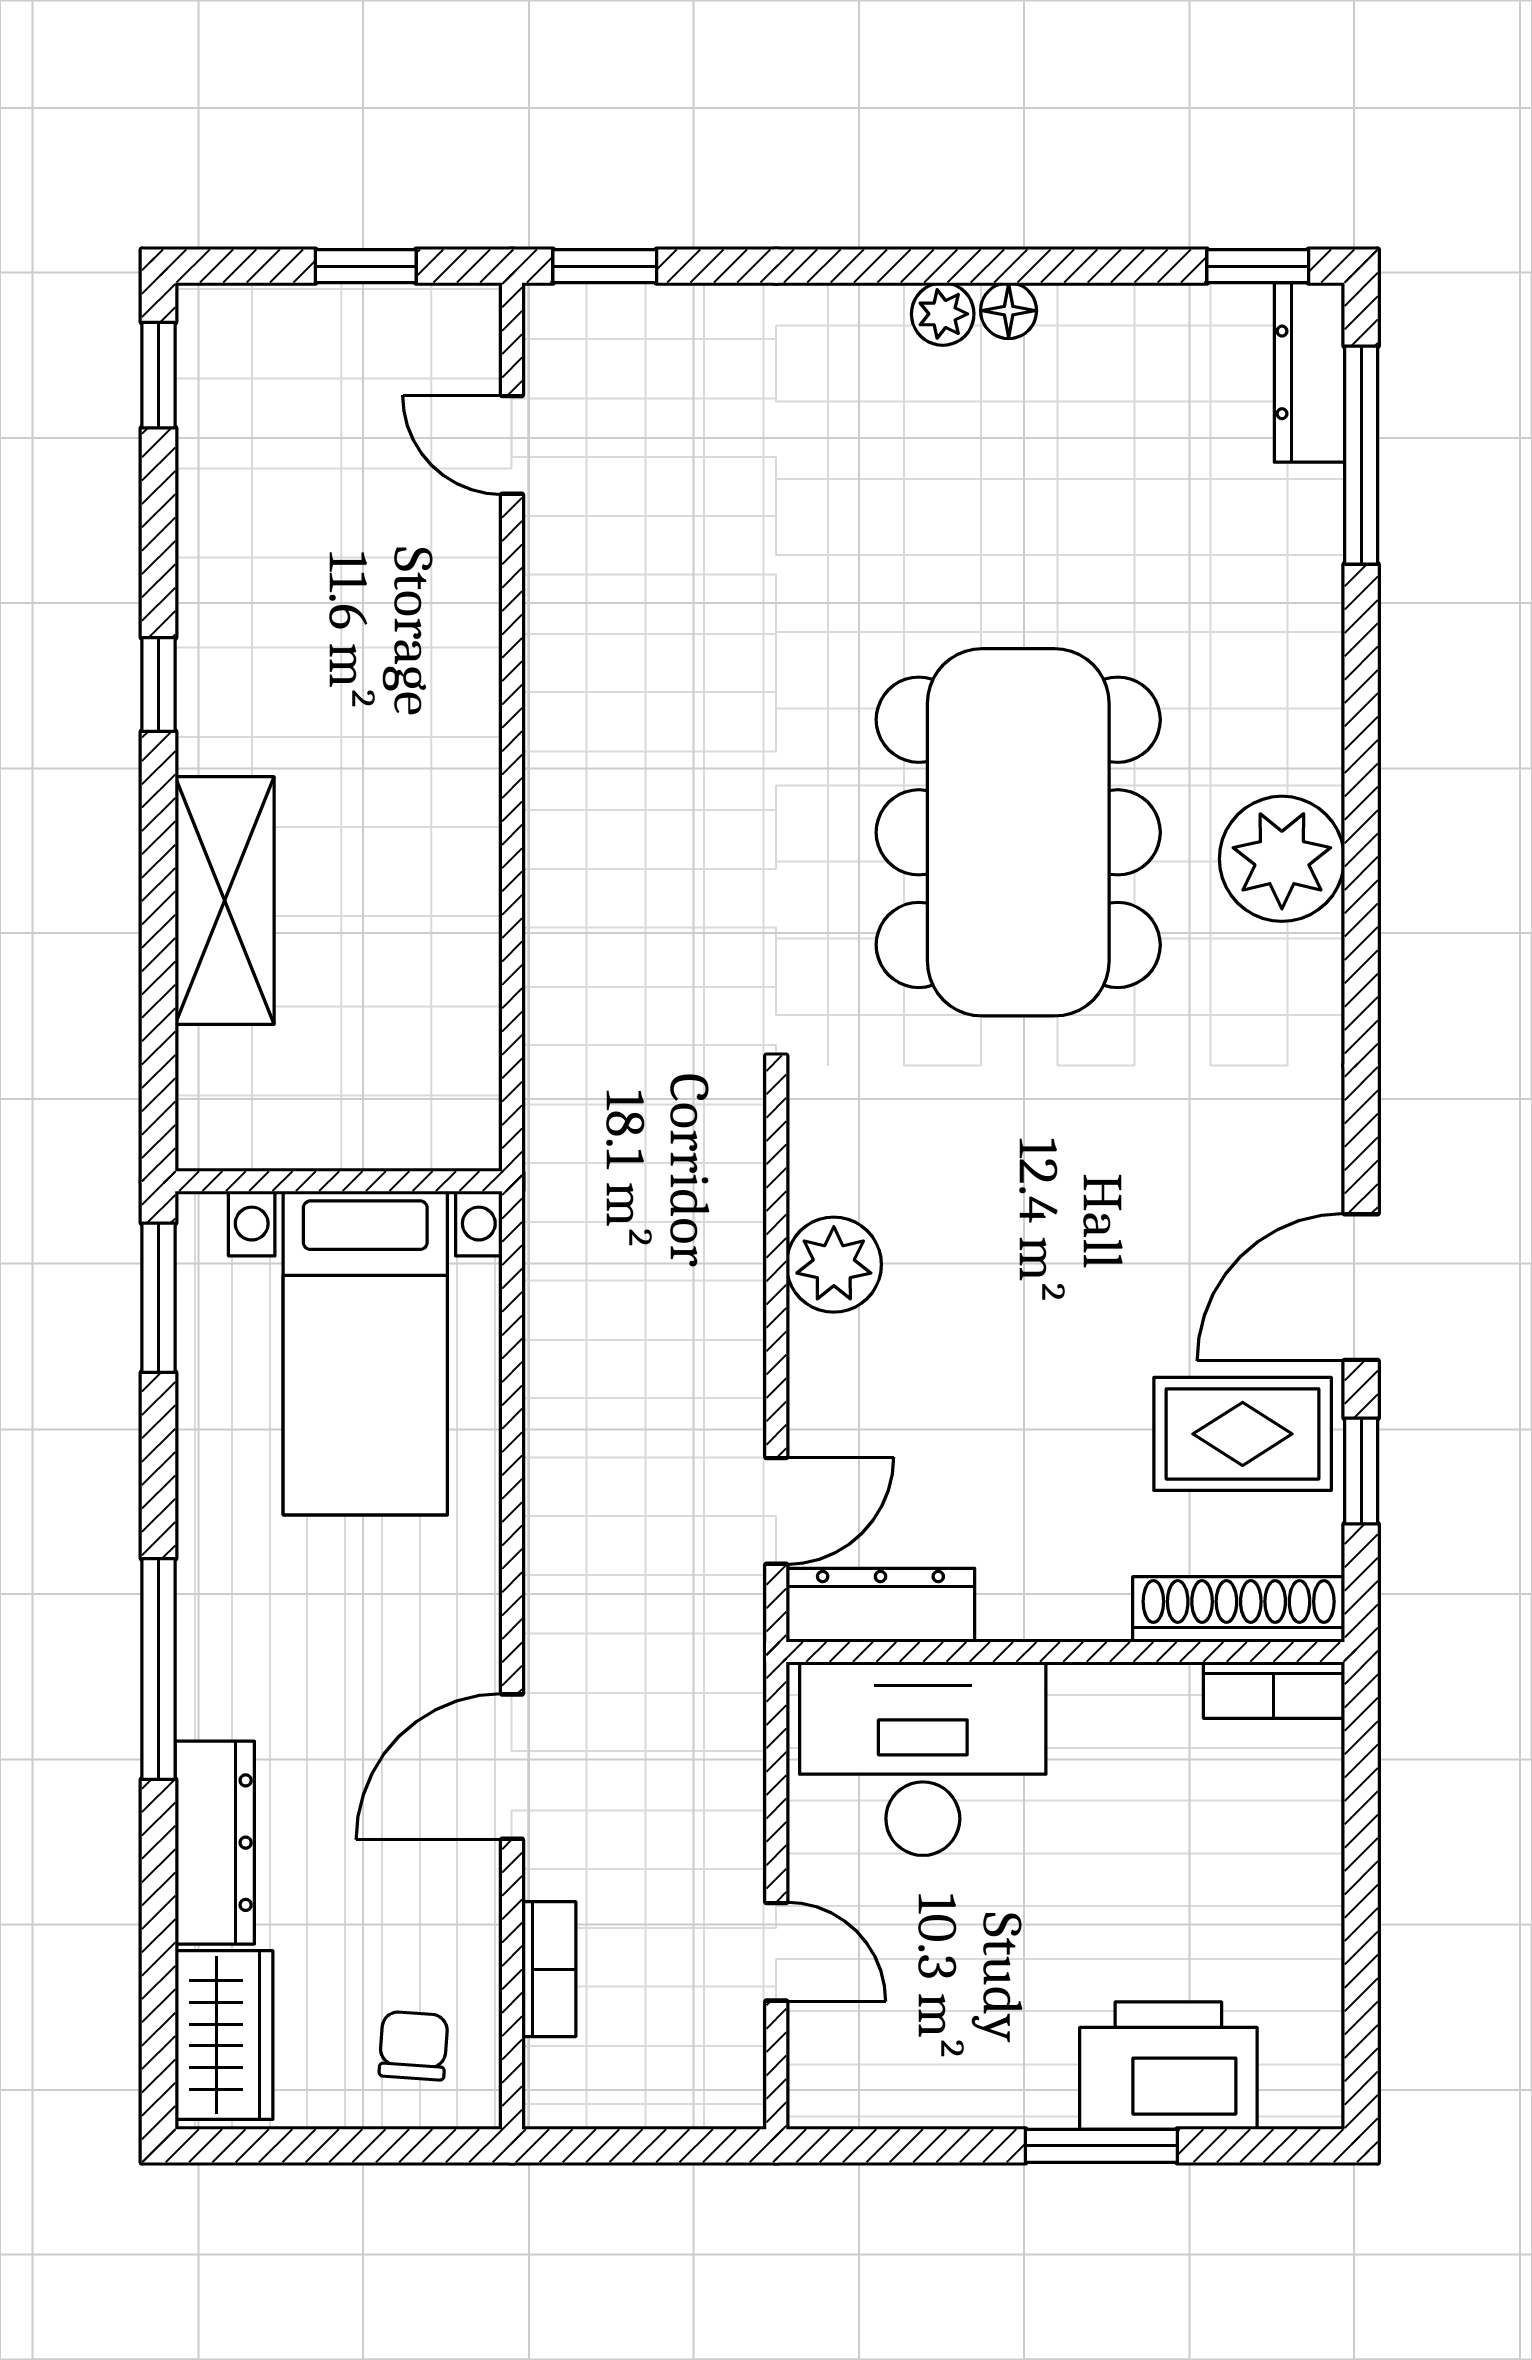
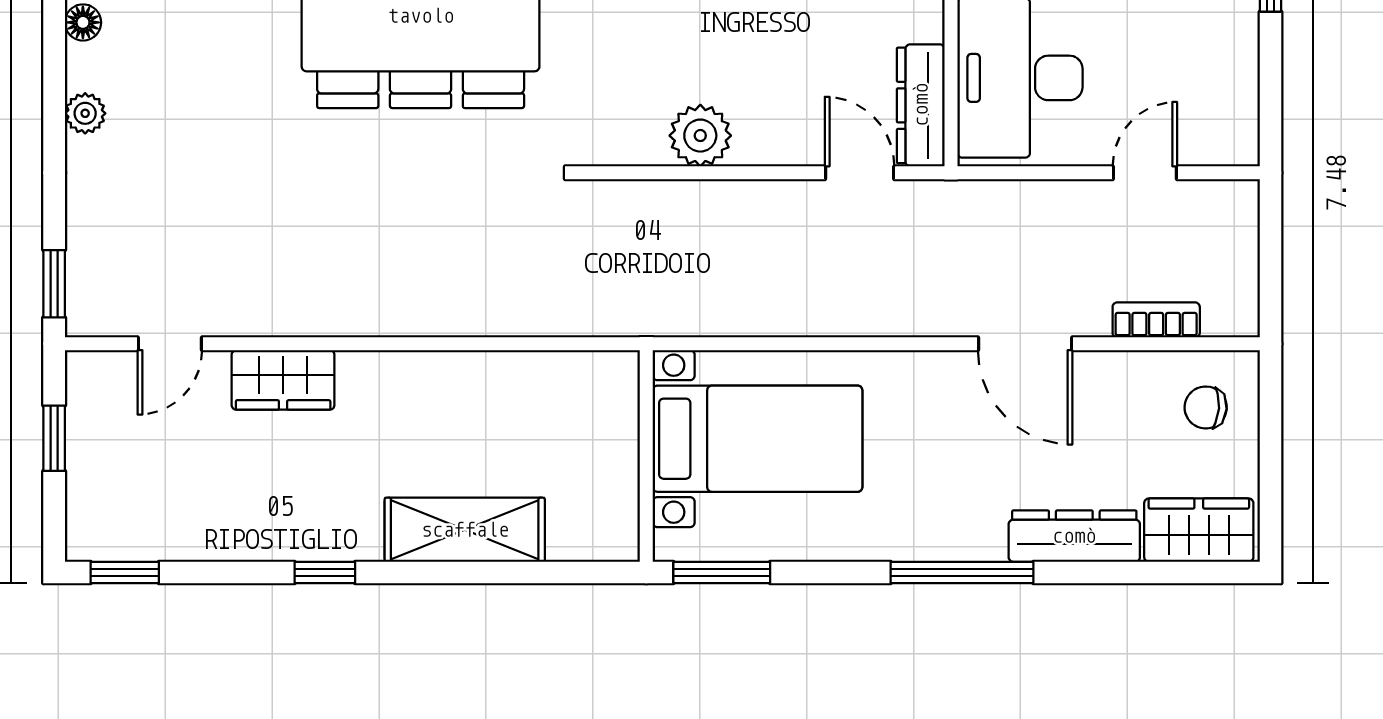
plant: (943, 314) -> (85, 113), moved
wardrobe: (456, 620) -> (283, 380), added

